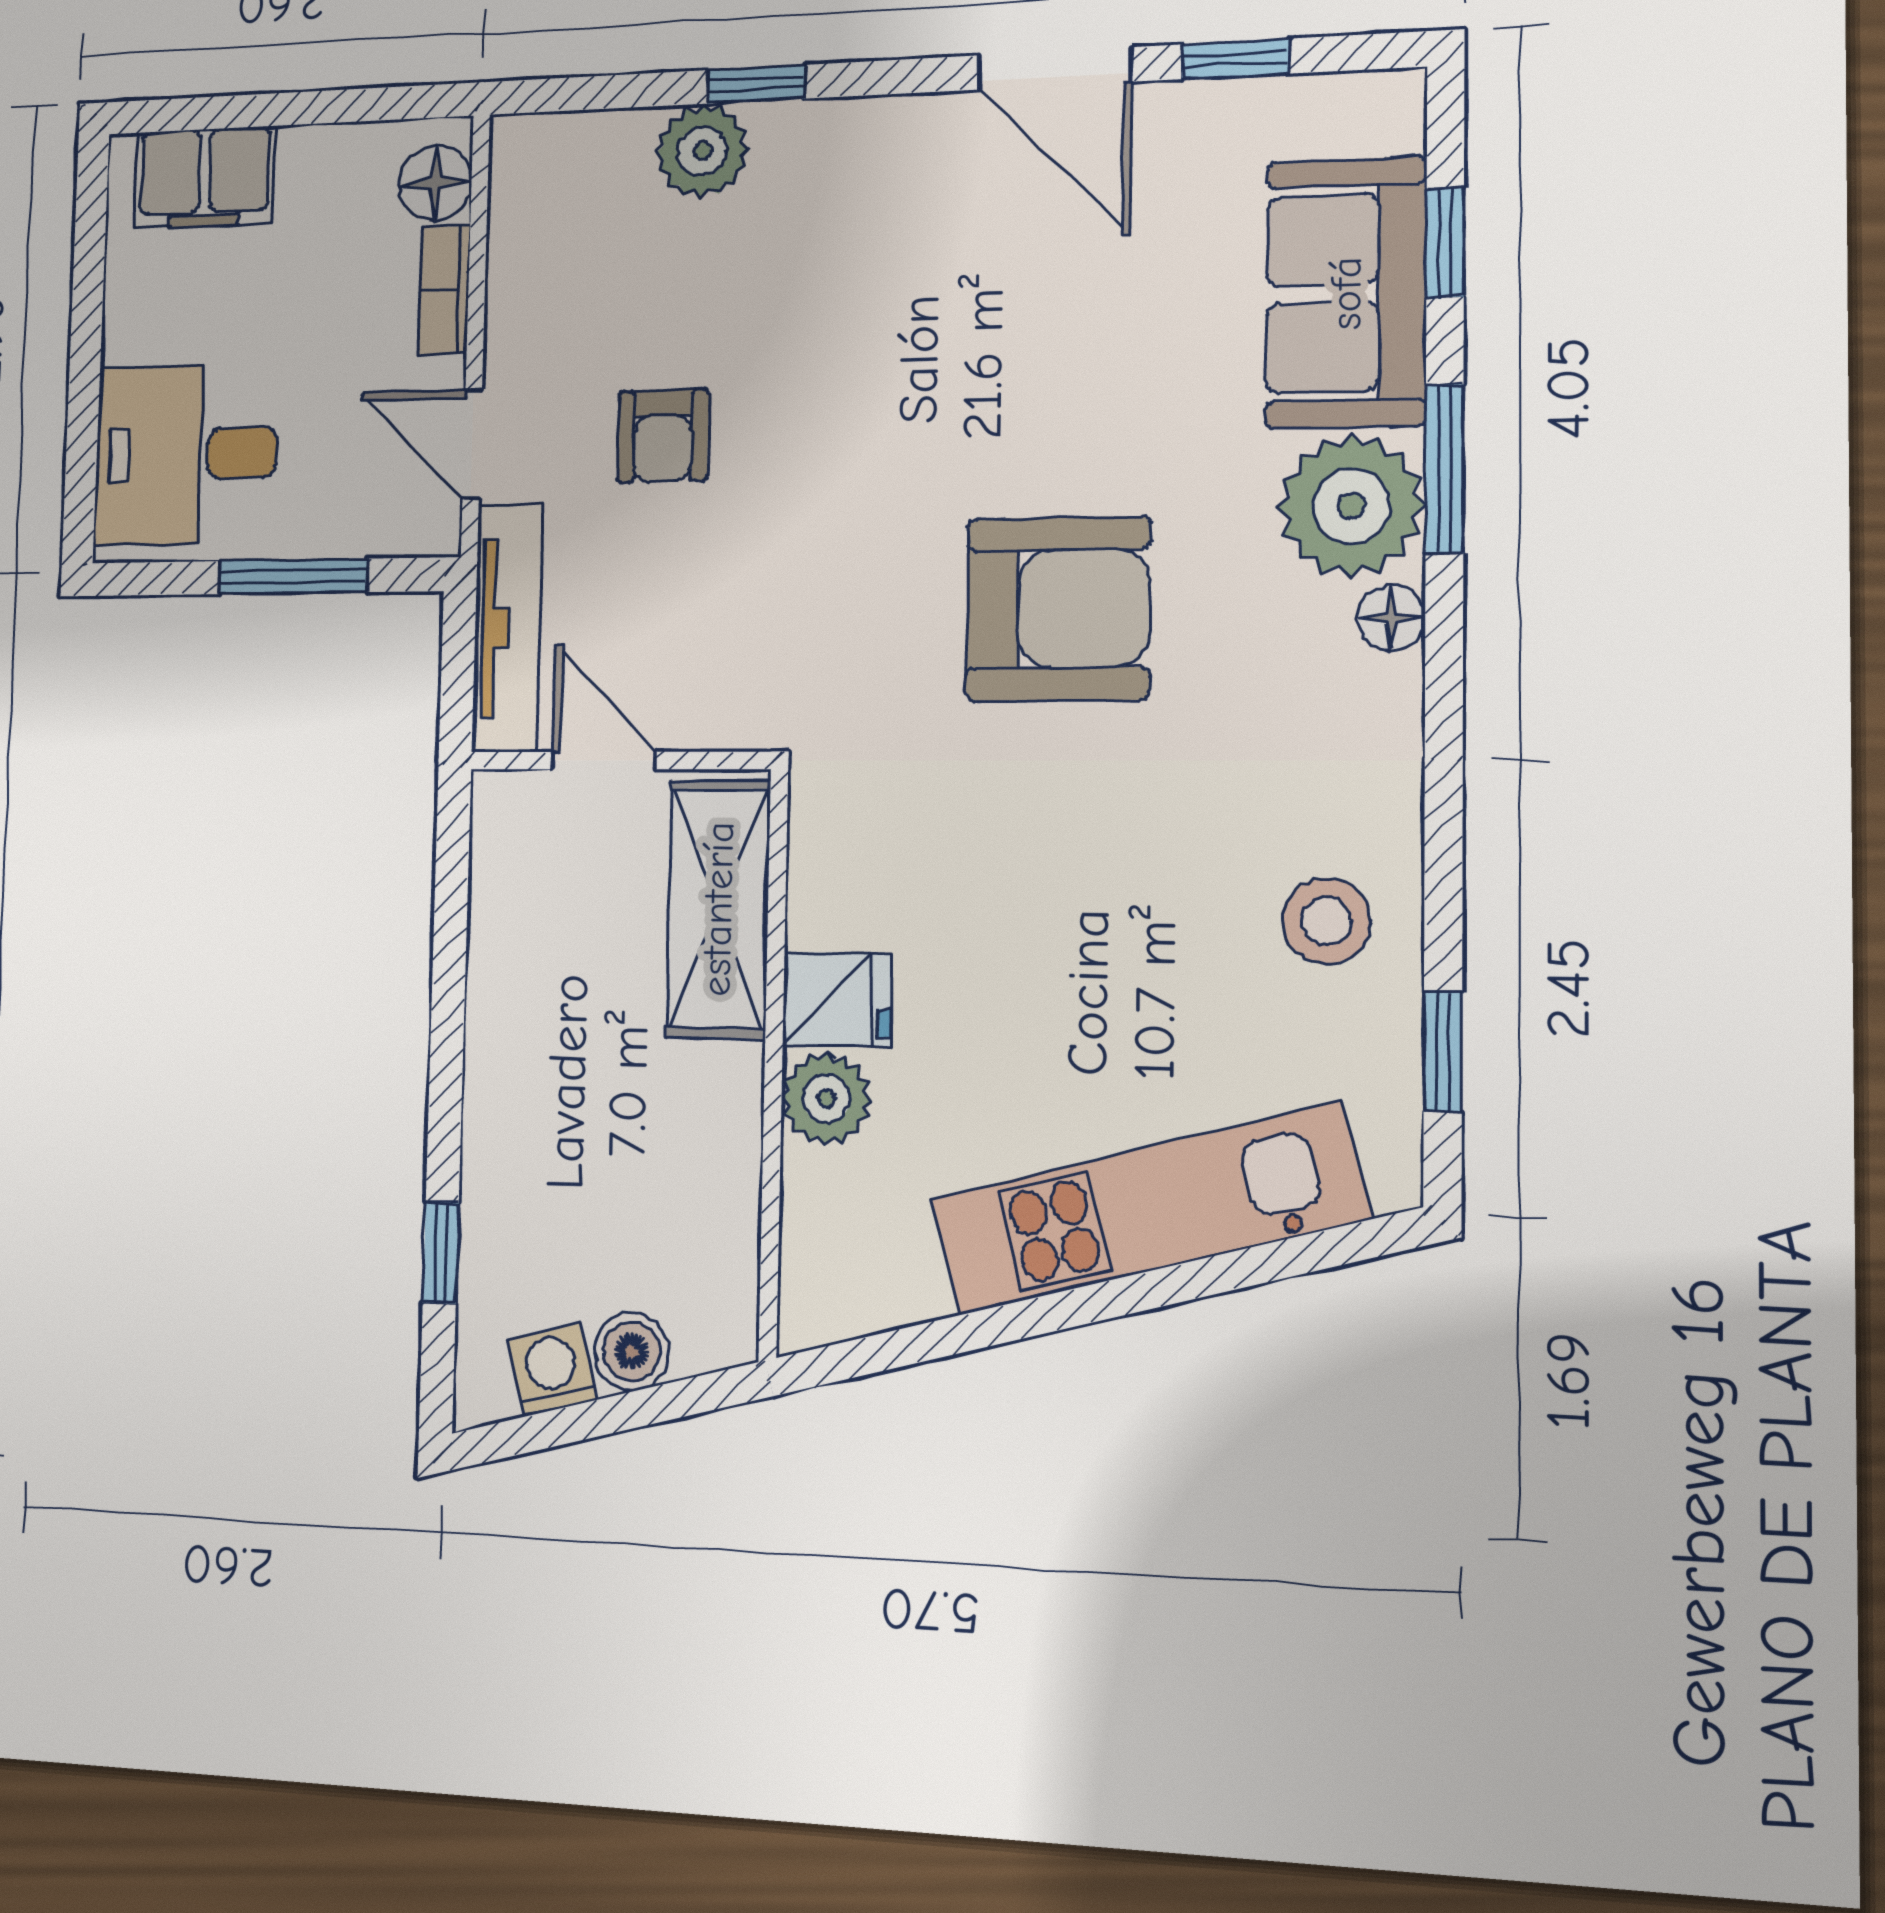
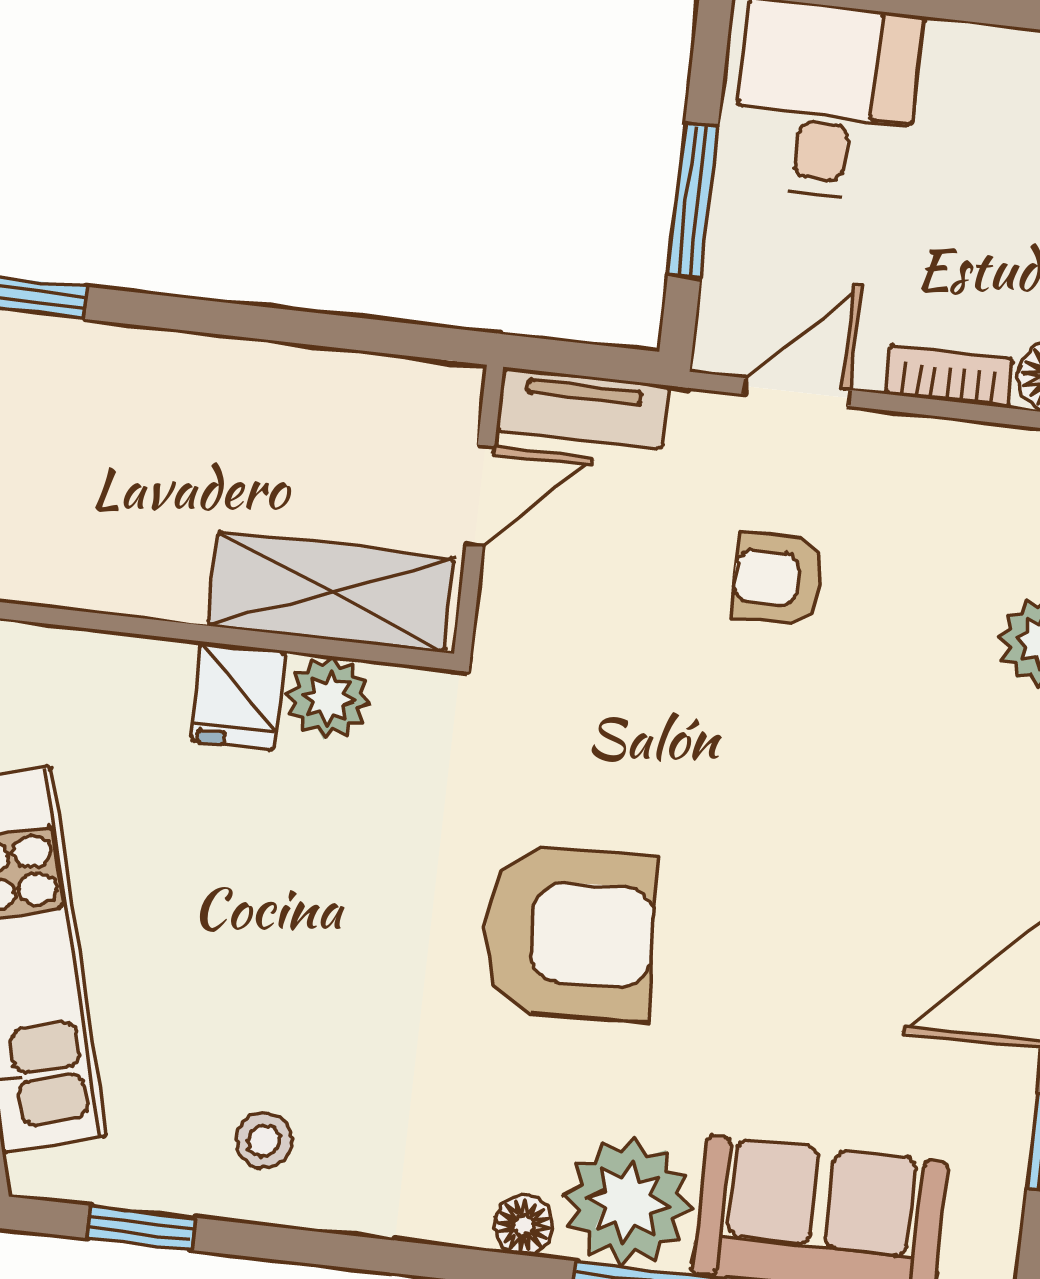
armchair: (1058, 609) -> (569, 933), turned -93
tv unit: (507, 627) -> (583, 408), width x0.71
stool: (1326, 921) -> (264, 1141), width x0.73, depth x0.73
plant: (826, 1099) -> (328, 698), moved

